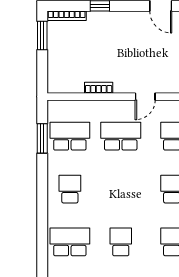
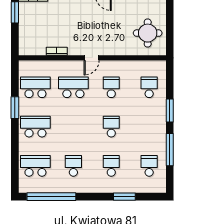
window: (42, 138) -> (15, 108), moved
school desk: (70, 189) -> (35, 127), width x1.85

